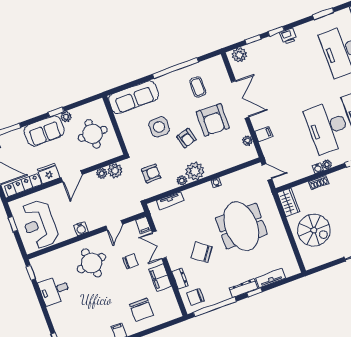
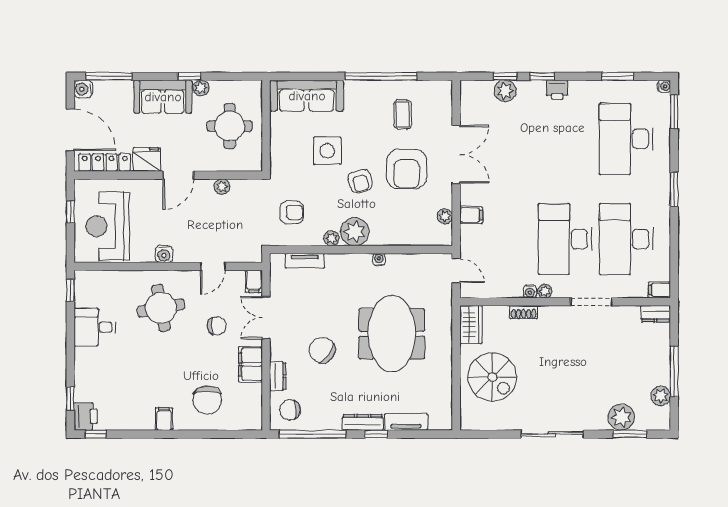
plant: (239, 55) -> (505, 91), moved
plant: (115, 171) -> (242, 190), removed

